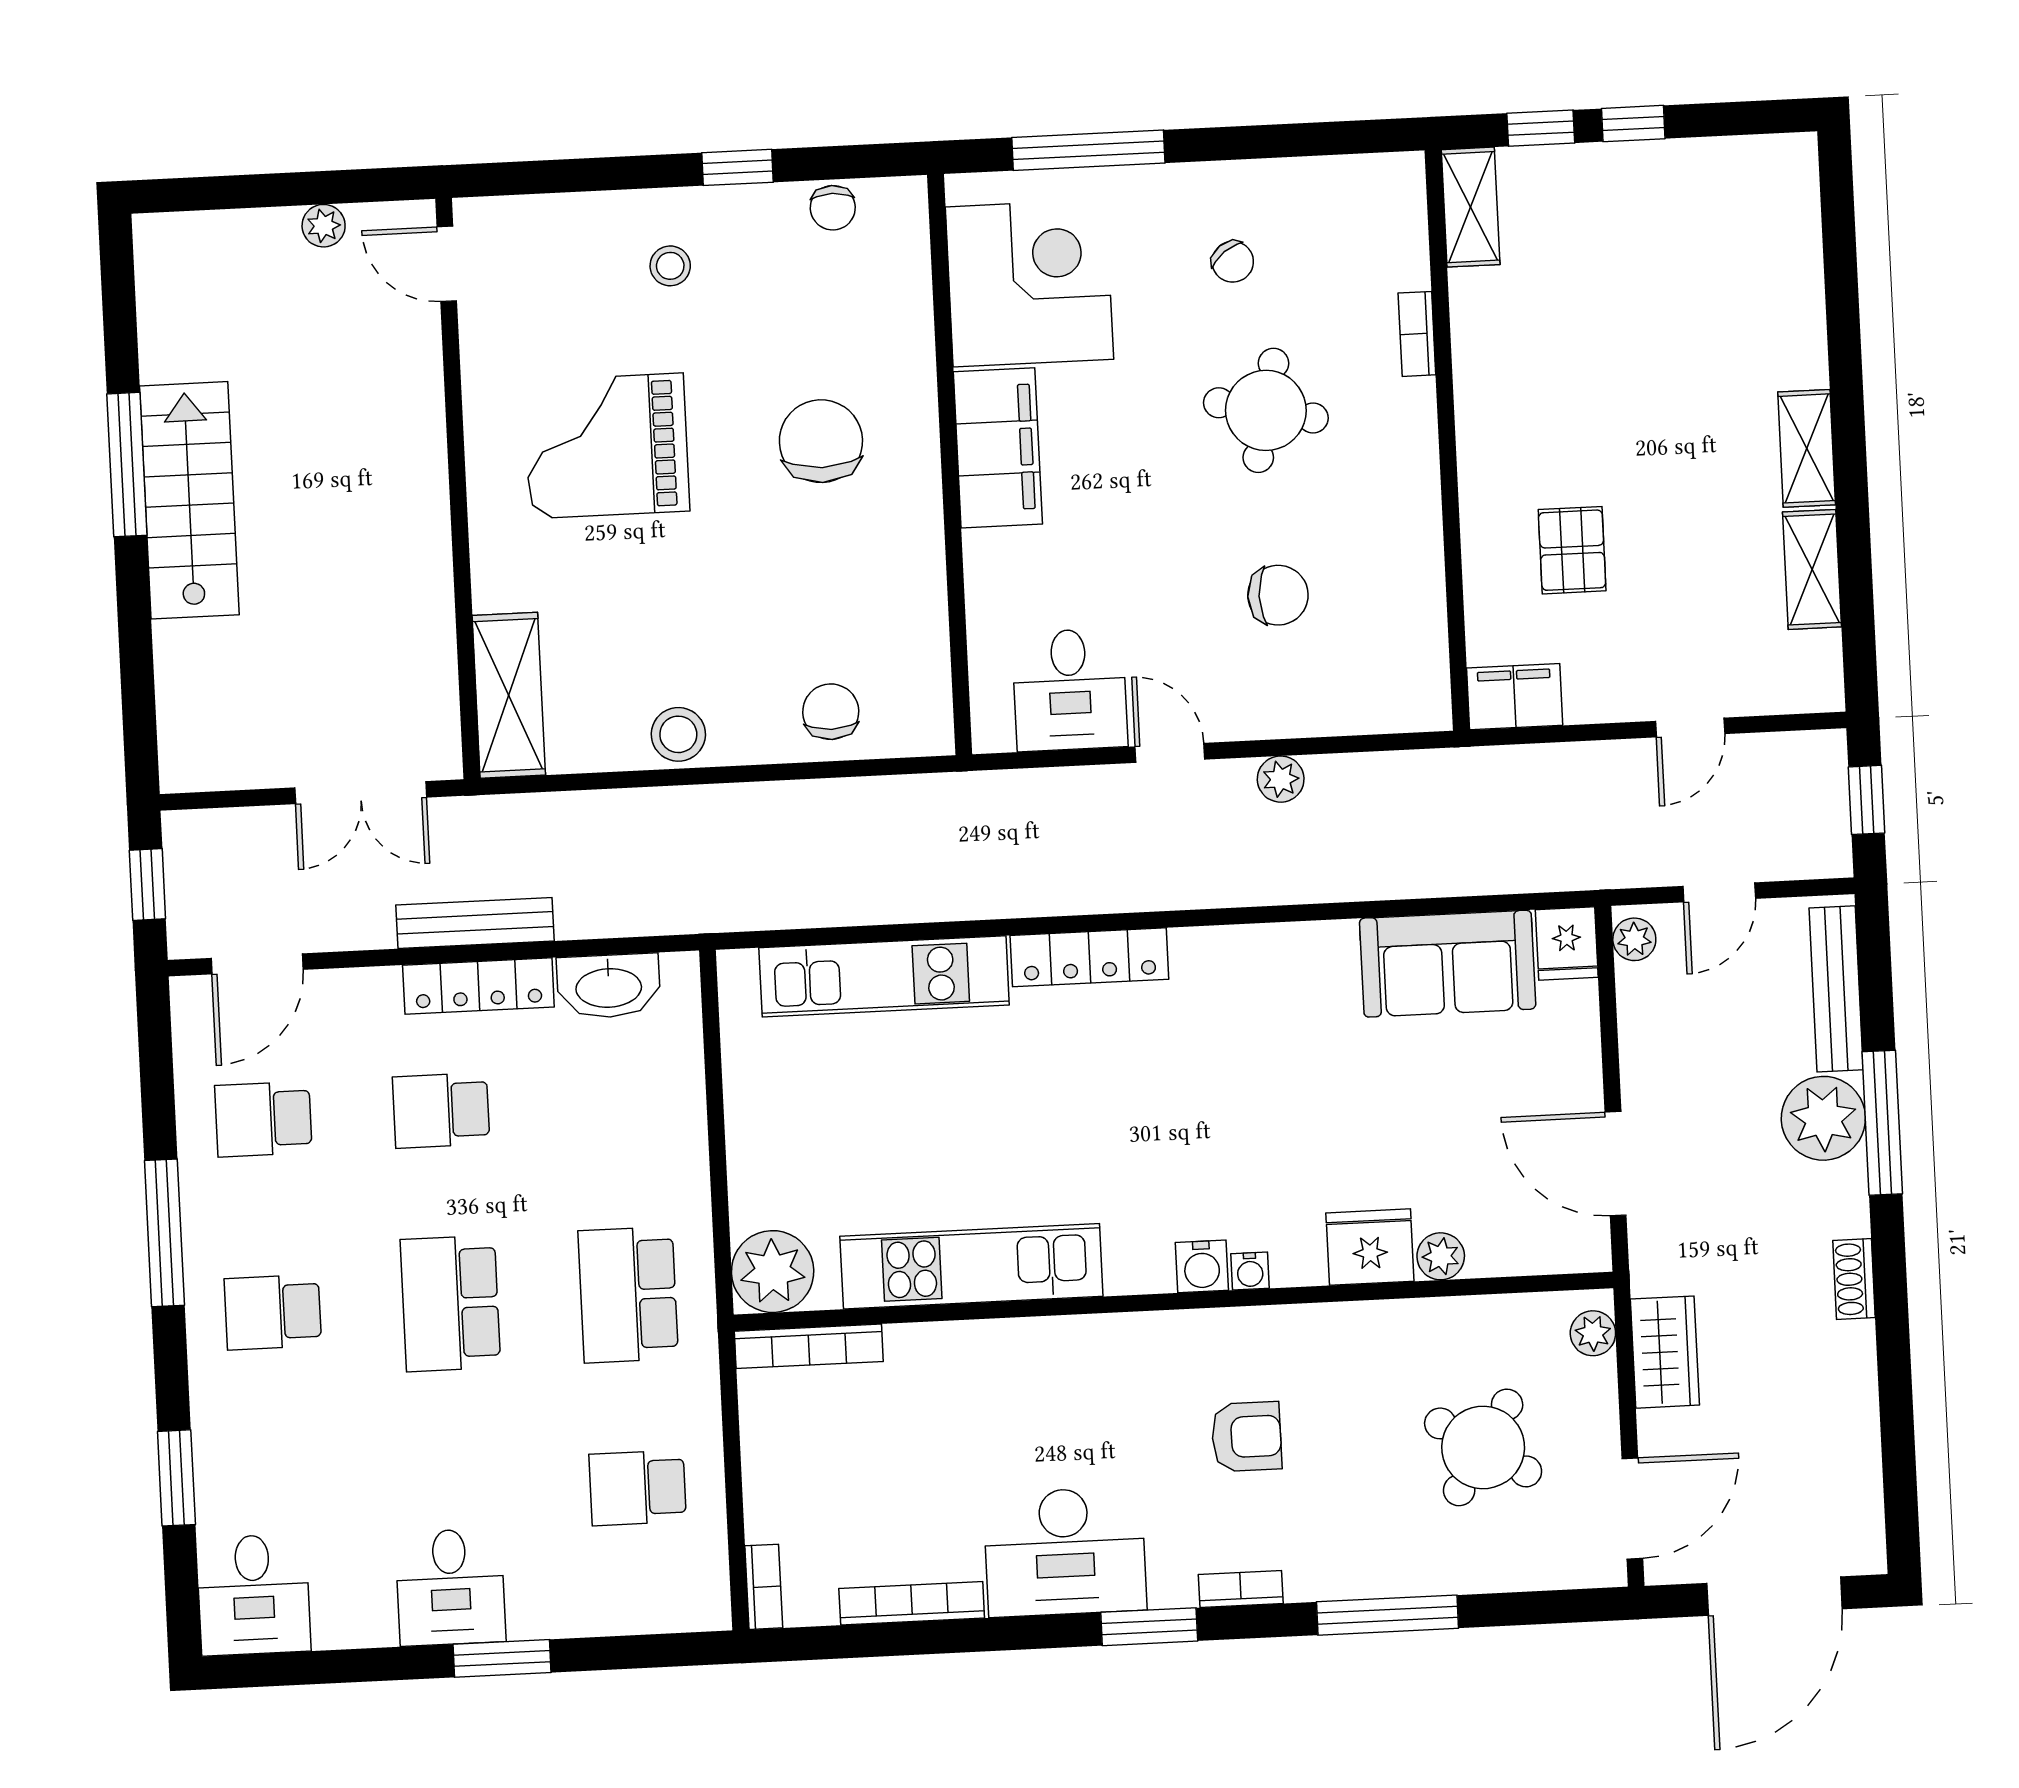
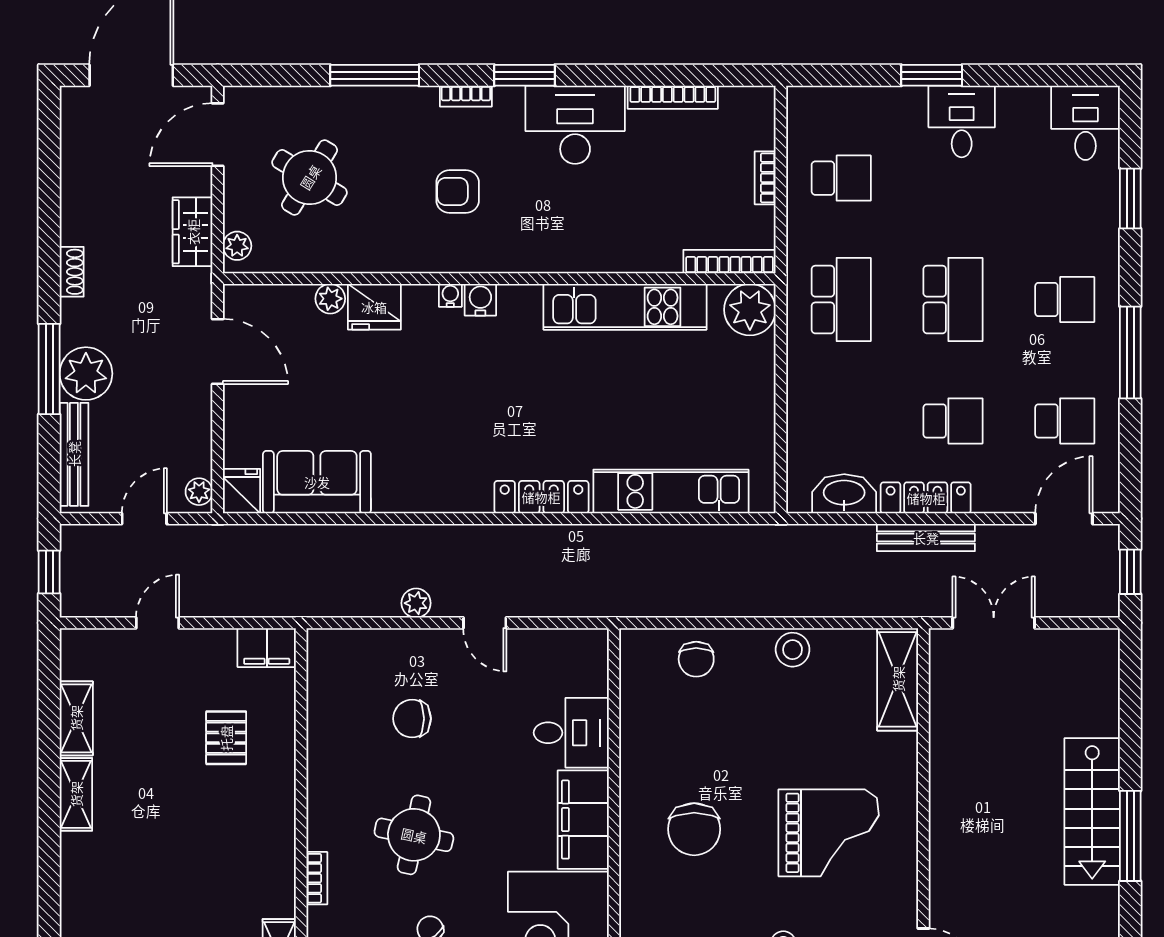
desk: (1070, 690) -> (571, 733), moved, turned 90
bookcase: (764, 1587) -> (765, 178), moved

